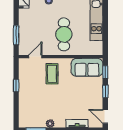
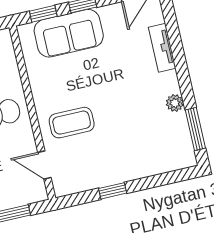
sofa: (87, 67) -> (69, 33), moved, turned 90

